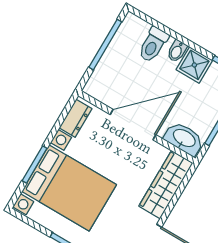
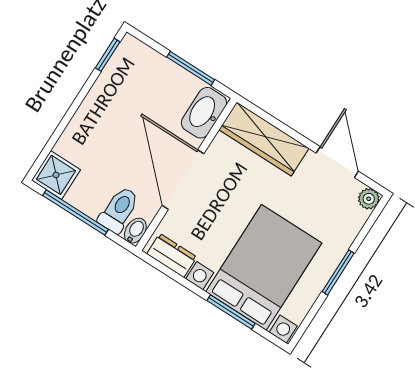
toilet: (153, 45) -> (119, 210), moved, turned -90
bidet: (177, 51) -> (135, 231), moved, turned -90
shower: (194, 65) -> (56, 175), moved

